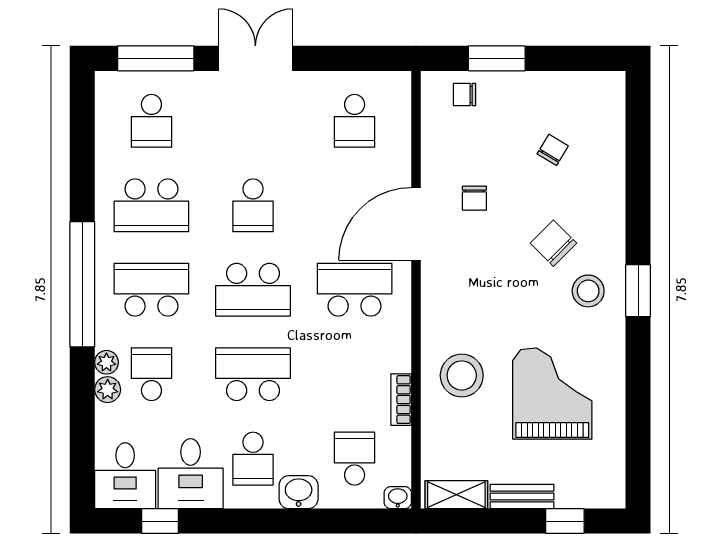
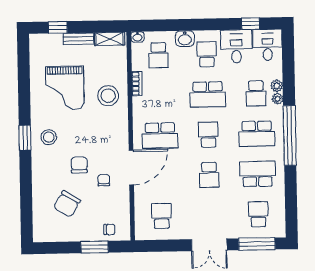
chair: (553, 150) -> (67, 204), width x1.87, depth x1.87
school desk: (253, 205) -> (209, 175), turned 180
chair: (553, 243) -> (79, 165), moved, turned -135
school desk: (253, 290) -> (208, 135), width x0.54

